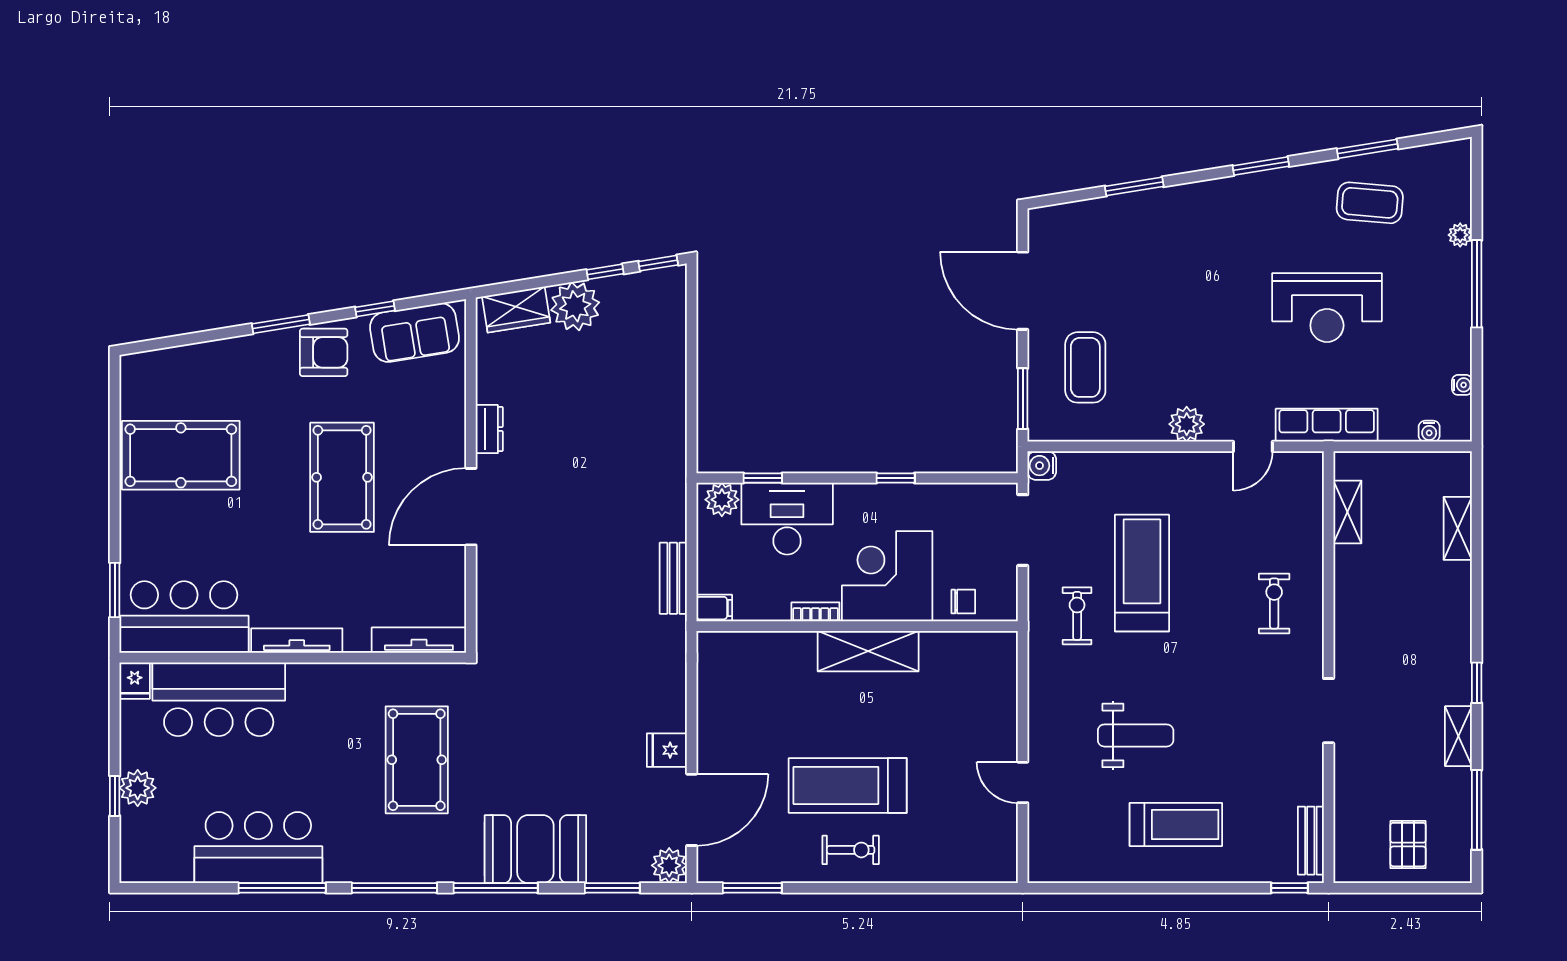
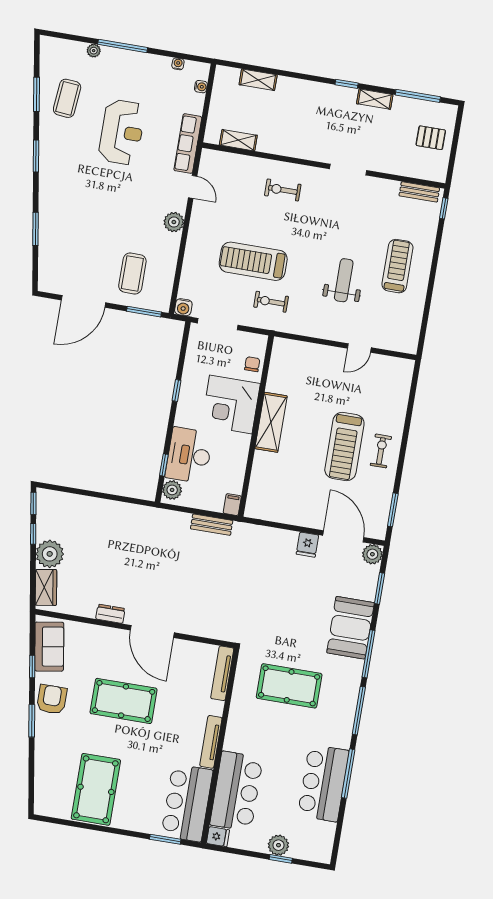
coffee table: (1085, 367) -> (132, 274), turned 90
bookcase: (815, 612) -> (244, 448), removed

